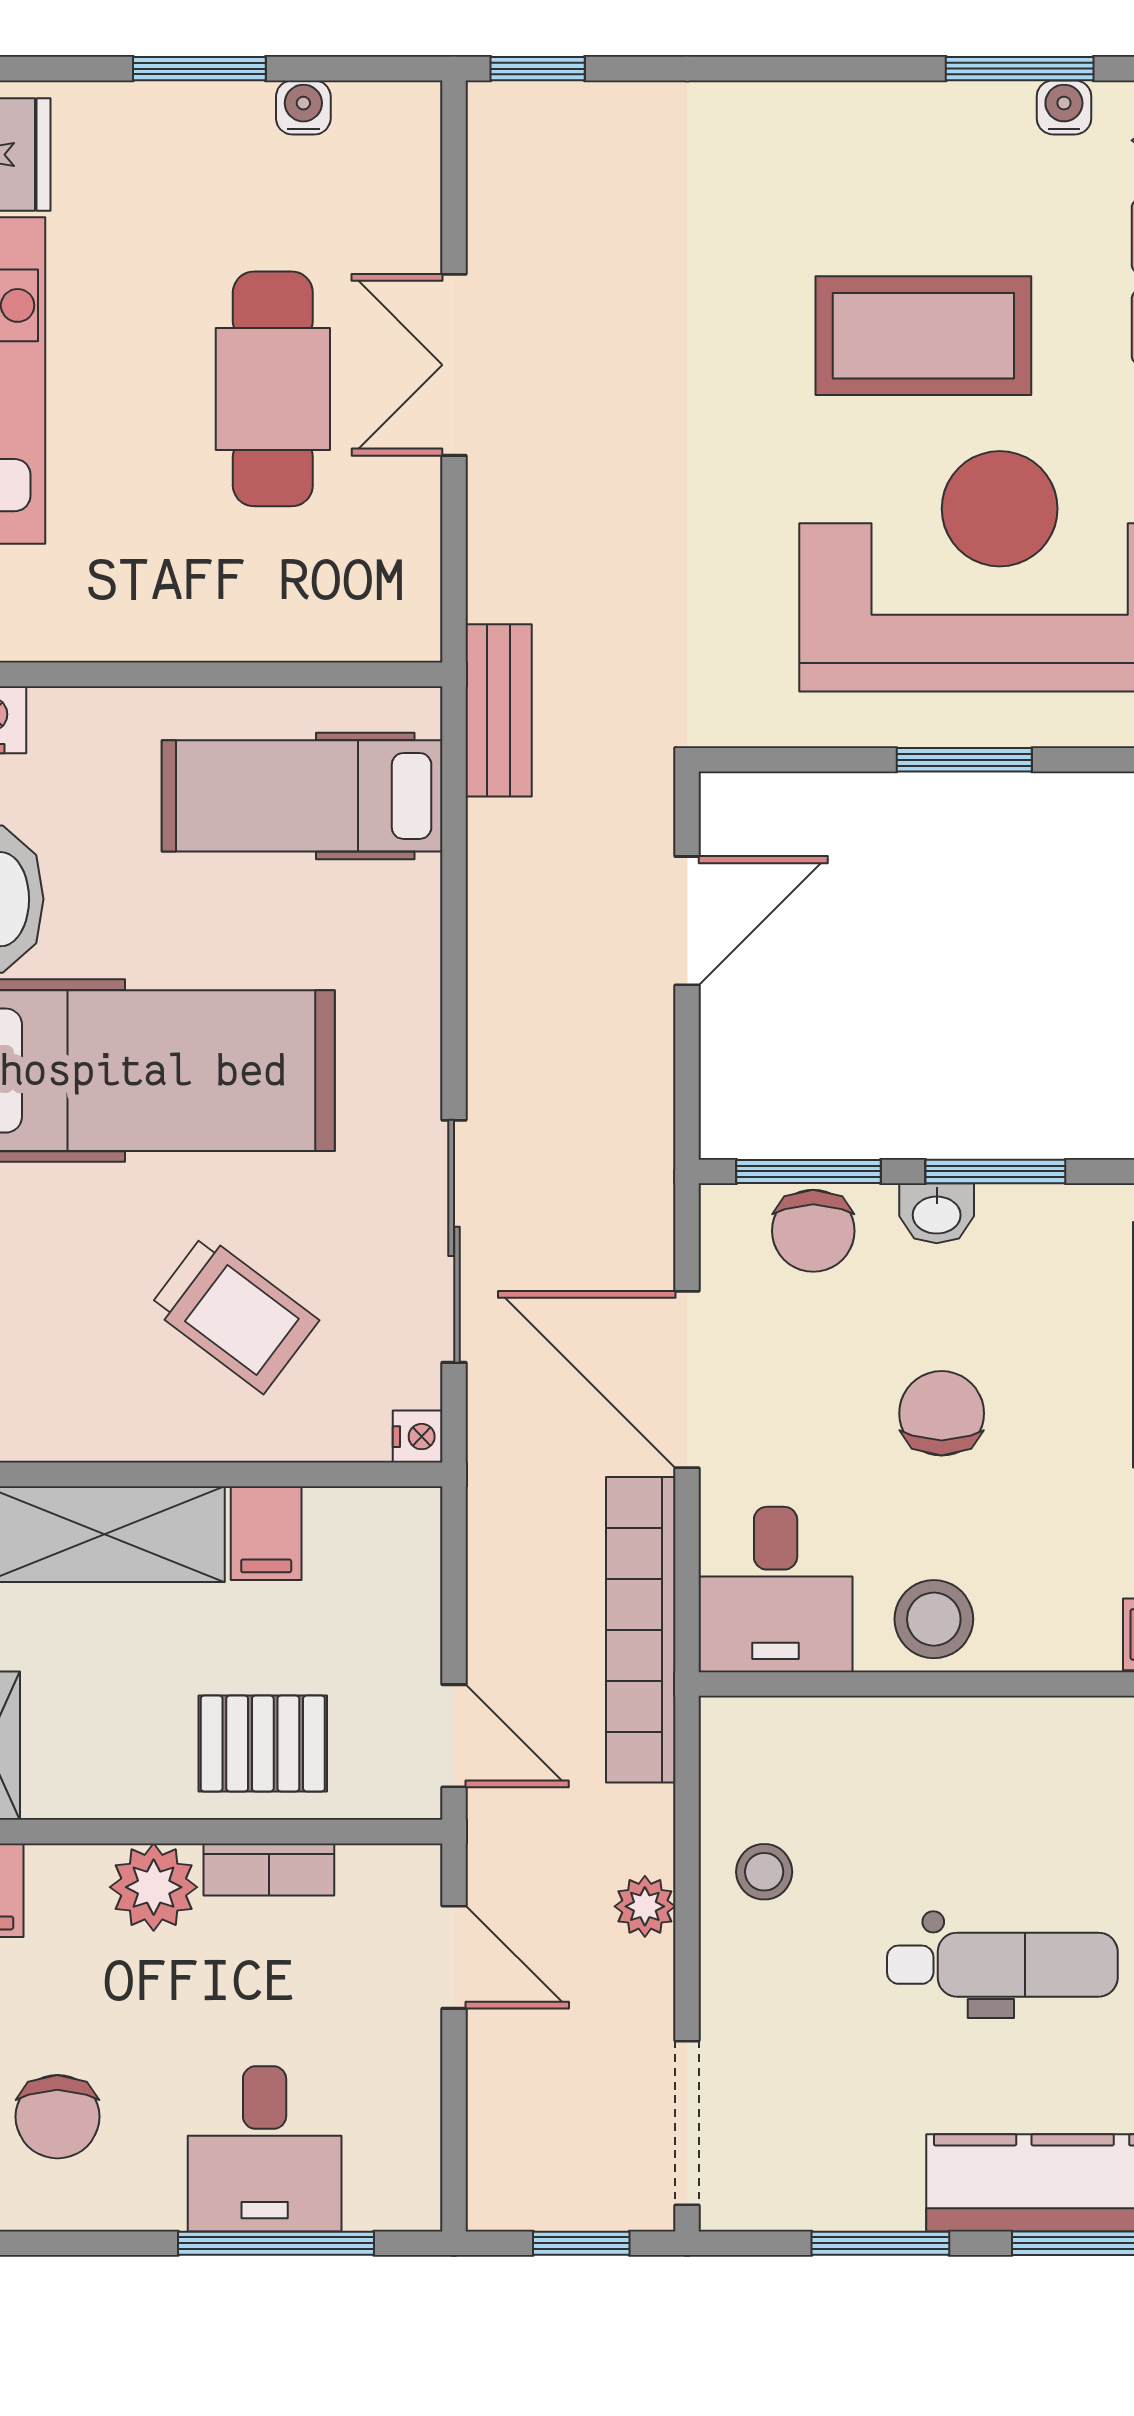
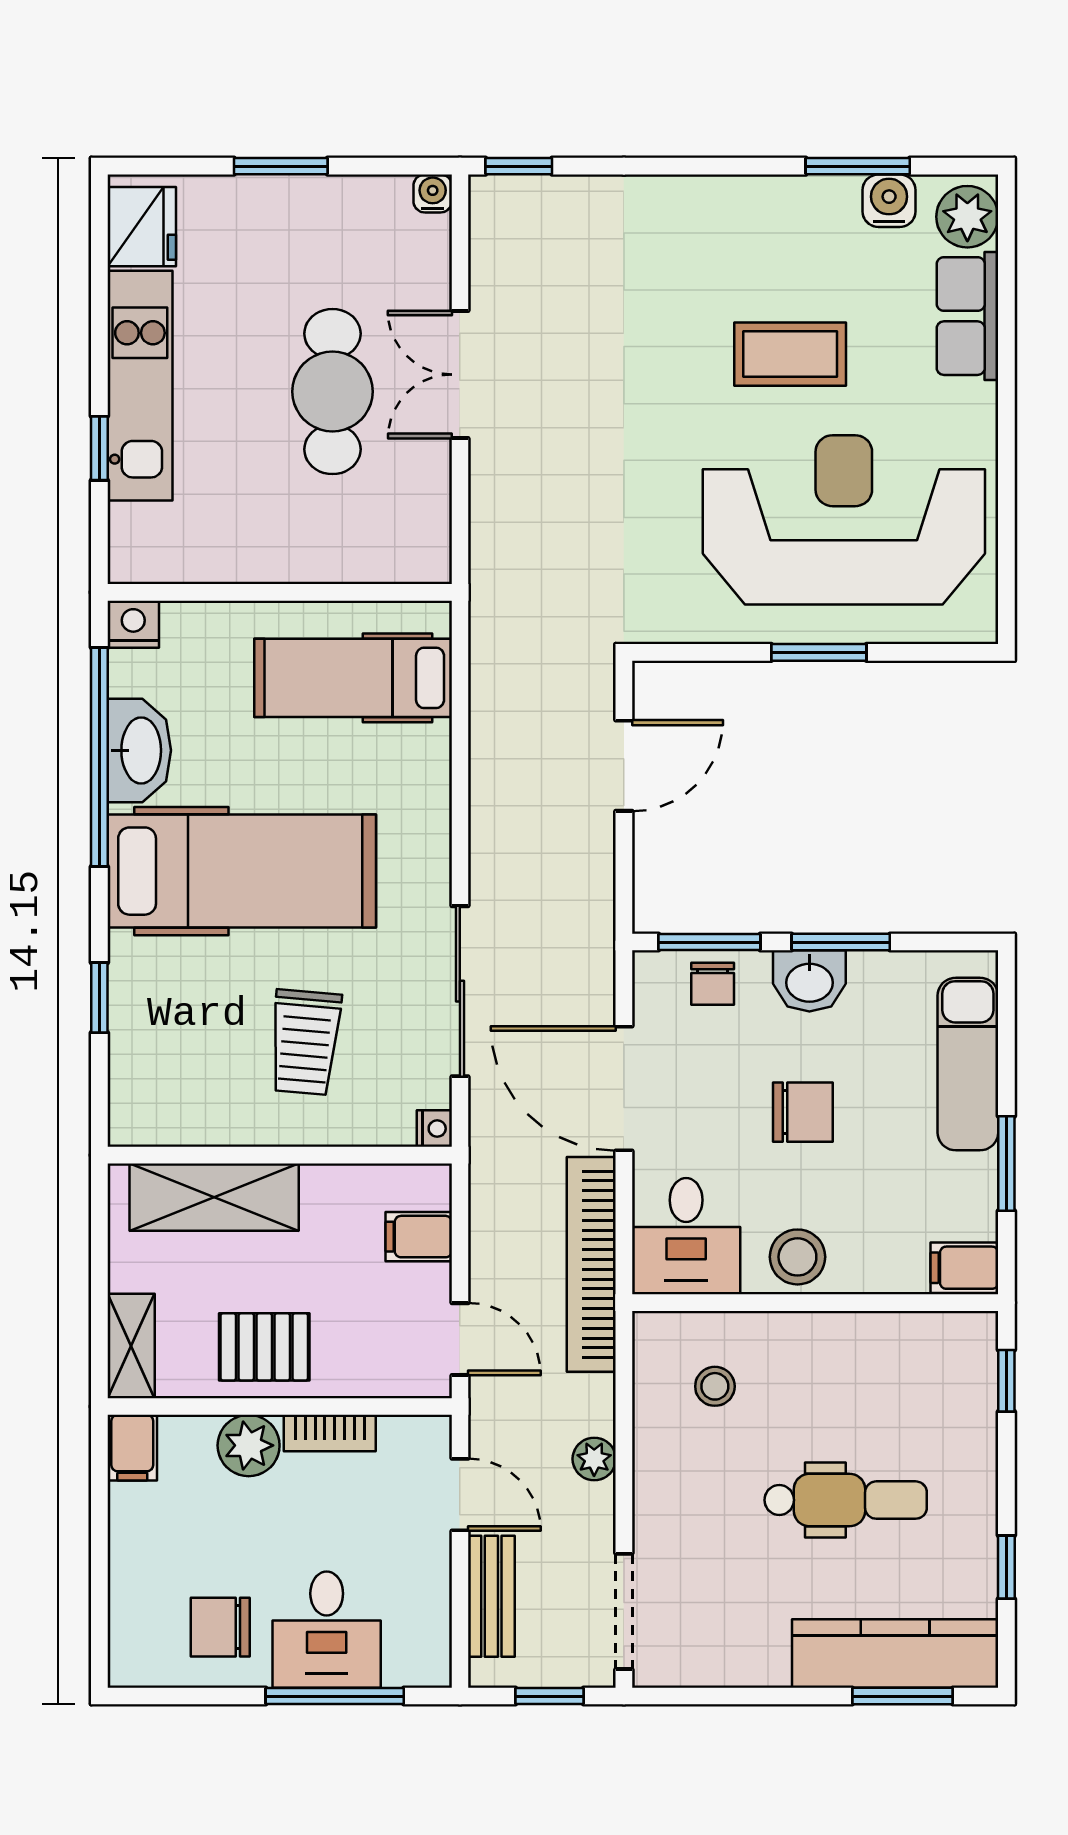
water cooler: (303, 107) -> (433, 193), moved
water cooler: (1064, 107) -> (889, 201), width x1.38, depth x1.38
coffee table: (923, 336) -> (790, 354), width x0.73, depth x0.76
bench: (499, 710) -> (491, 1596), moved
washbasin: (937, 1213) -> (809, 981), width x1.38, depth x1.45
chair: (813, 1231) -> (713, 984), width x0.73, depth x0.73
trolley: (234, 1314) -> (305, 1042), turned 58
chair: (942, 1413) -> (803, 1112), turned 90
filing cabinet: (266, 1533) -> (419, 1237), moved, turned 90
pallet: (263, 1744) -> (264, 1347), moved
stool: (764, 1872) -> (715, 1386), moved
chair: (57, 2117) -> (220, 1627), moved, turned 90
window: (880, 2243) -> (760, 1696), removed

